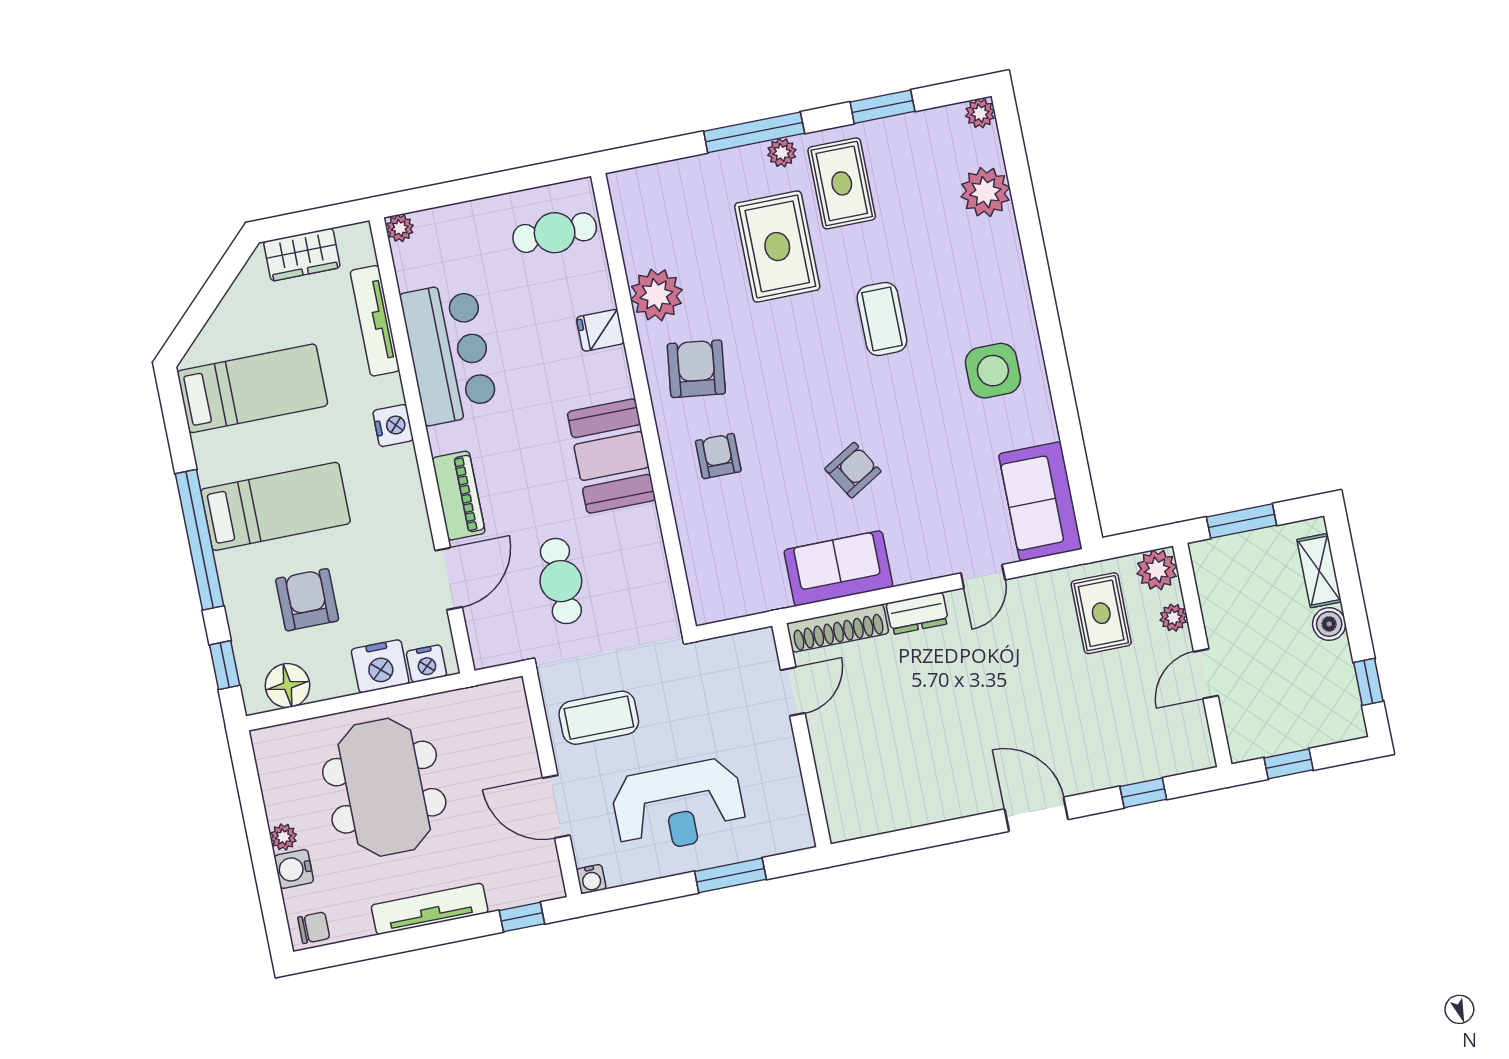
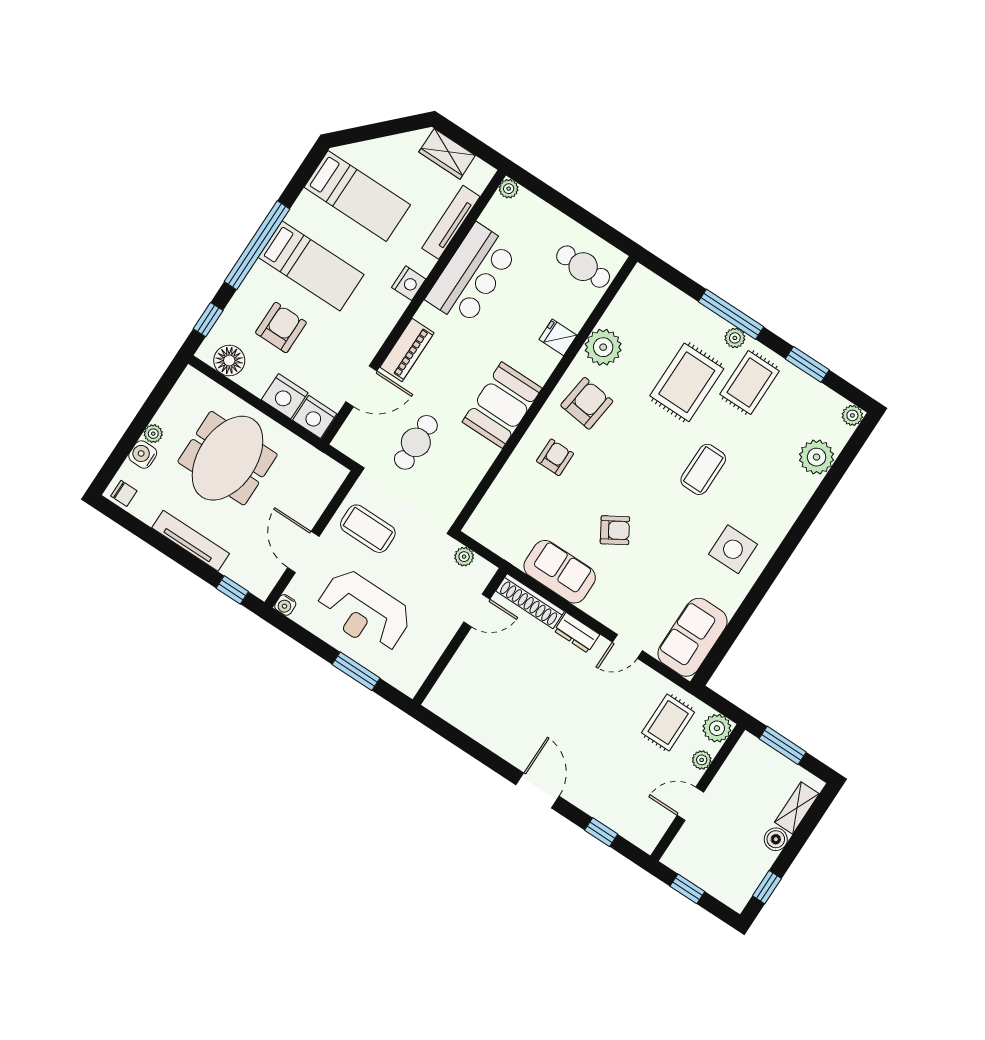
plant: (725, 649) -> (464, 557), added
nightstand: (426, 664) -> (315, 417), width x1.36, depth x1.33

